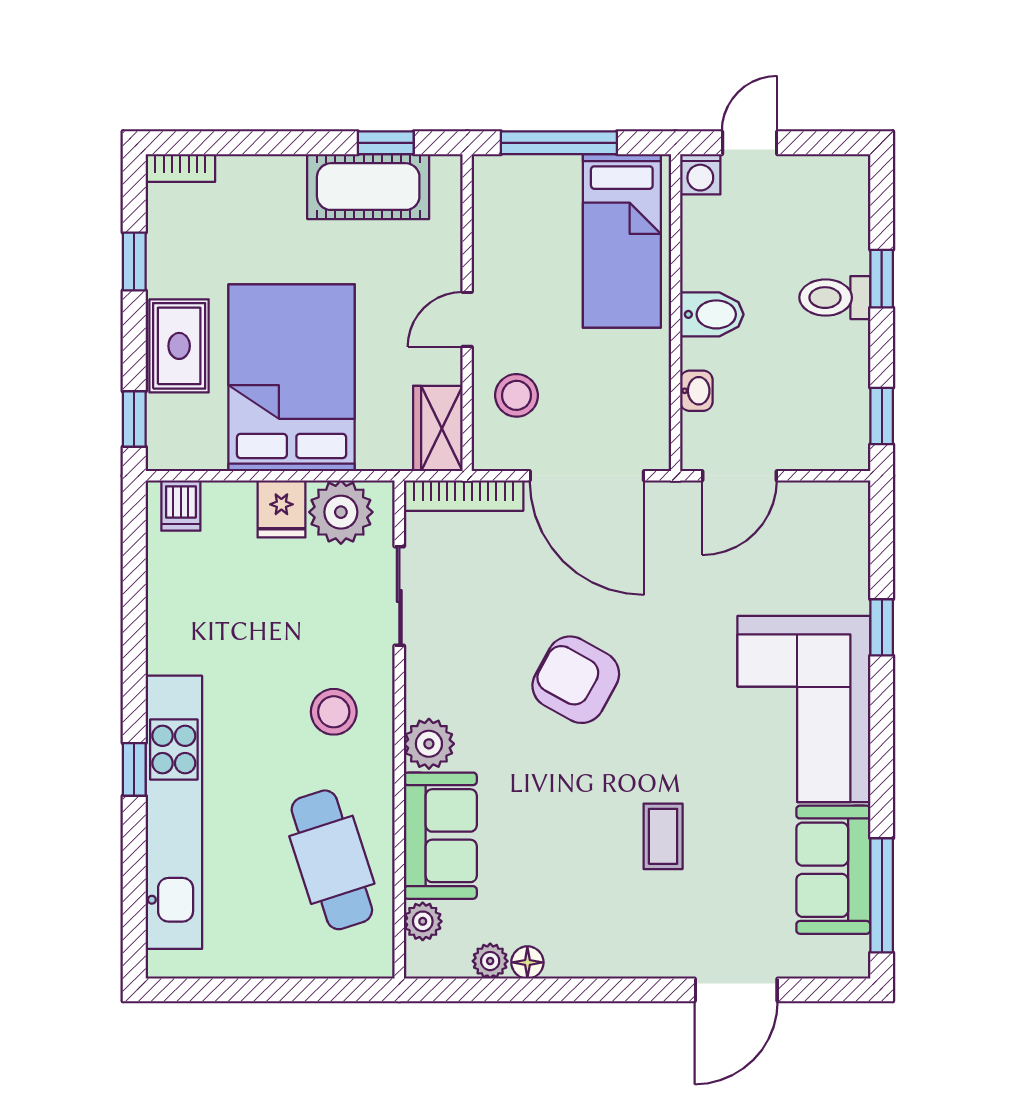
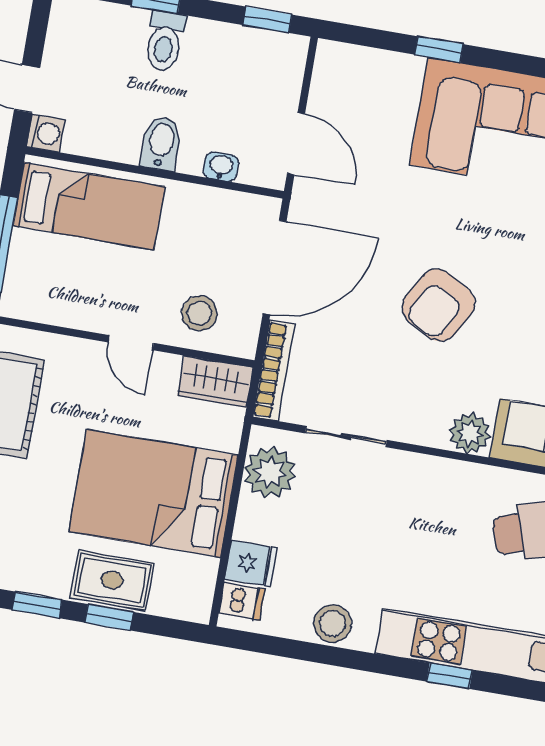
window: (134, 419) -> (109, 617), moved
fridge: (281, 509) -> (251, 563), moved
stool: (334, 712) -> (333, 624), moved

